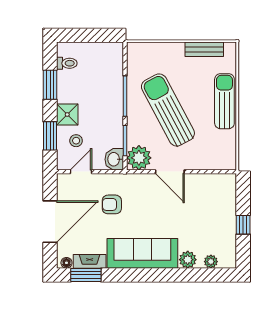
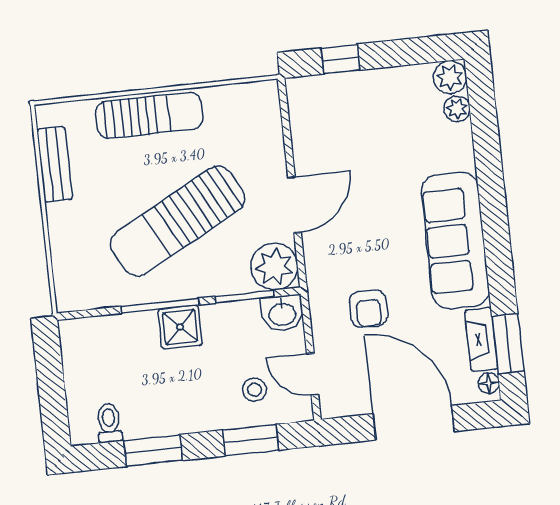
sun lounger: (224, 101) -> (149, 115), turned 180
shower: (67, 115) -> (180, 327), moved
window: (243, 225) -> (340, 59), moved
plant: (188, 260) -> (450, 77), moved

